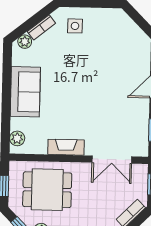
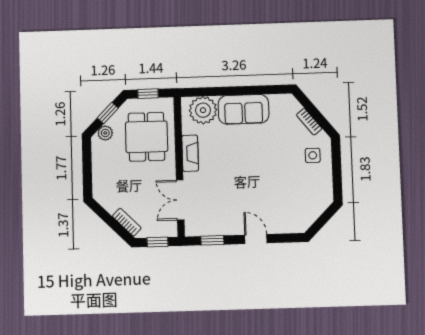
plant: (25, 42) -> (294, 106), removed
plant: (17, 138) -> (203, 110), width x1.88, depth x1.88

